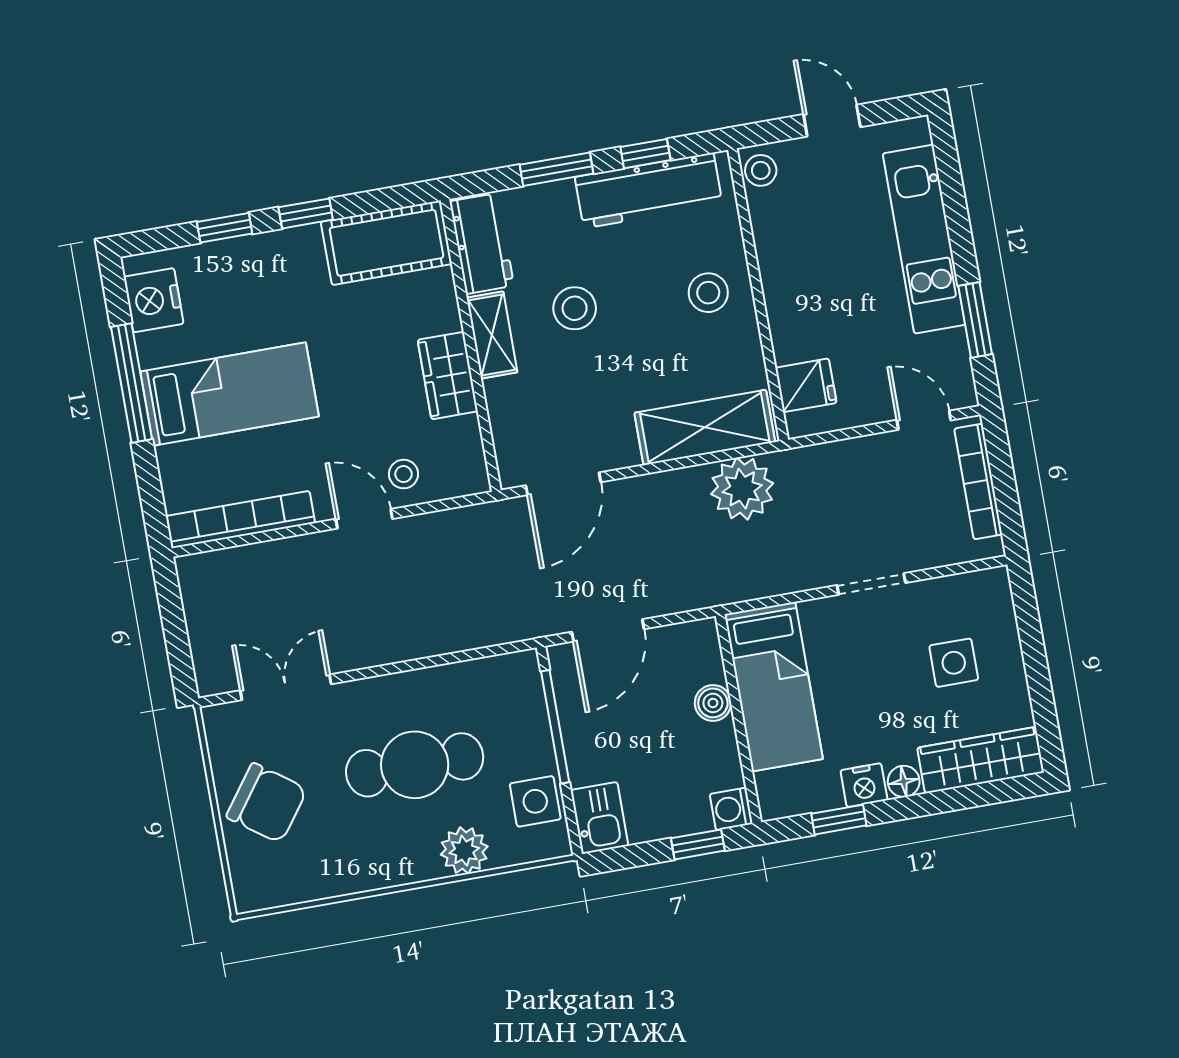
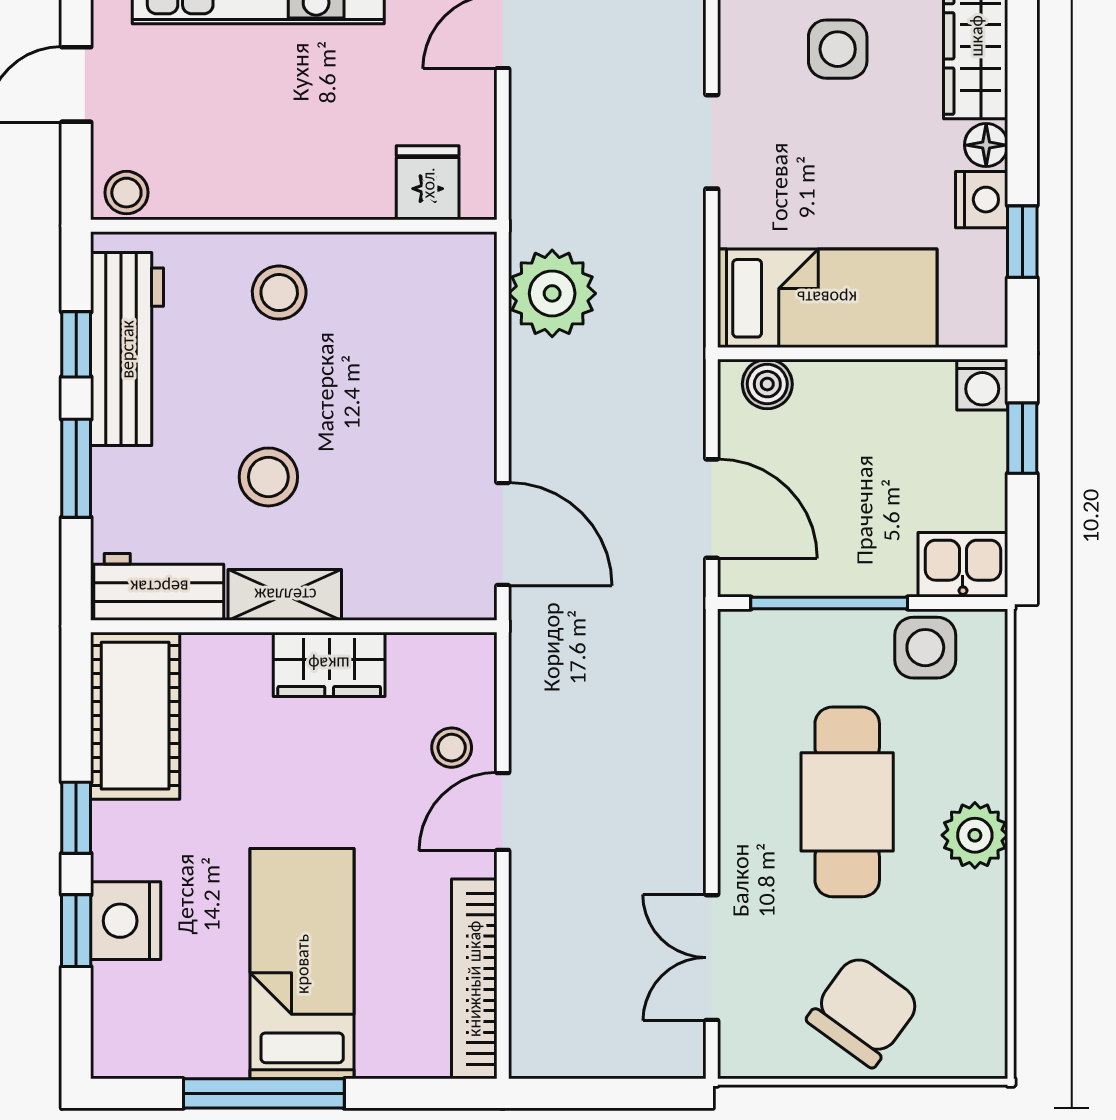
nightstand: (154, 300) -> (126, 921), moved, turned 90
shelving: (705, 427) -> (460, 329), removed
boiler: (713, 703) -> (767, 384), moved
plant: (464, 851) -> (975, 835), moved

